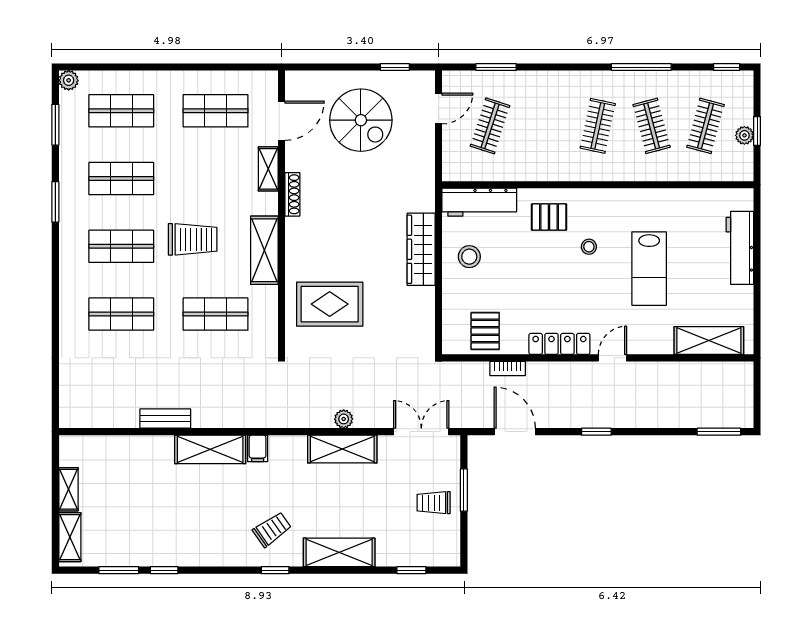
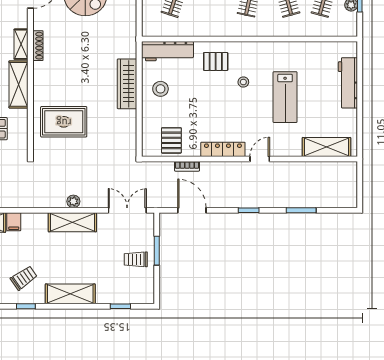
shelving: (268, 169) -> (21, 44), moved
window: (719, 432) -> (301, 210), moved

